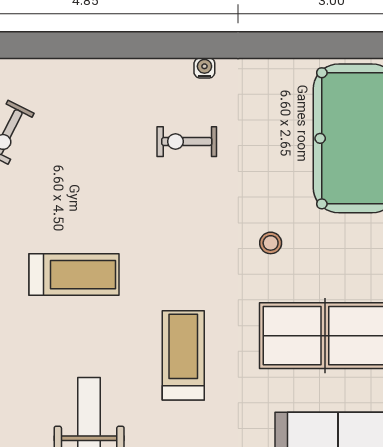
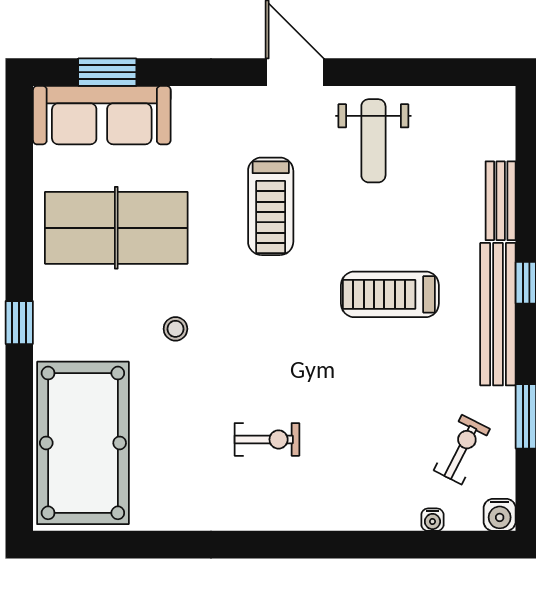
water cooler: (204, 68) -> (432, 520), moved

